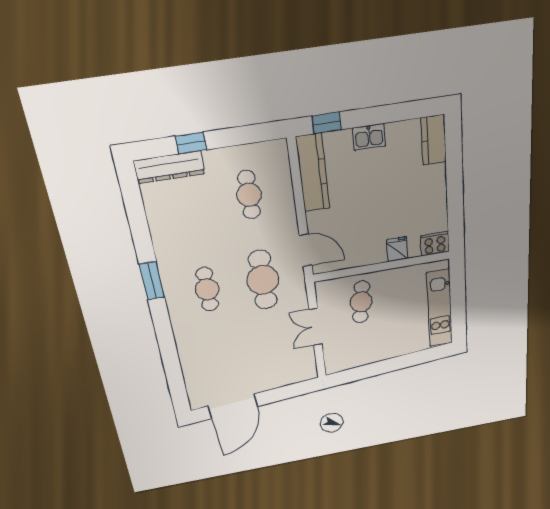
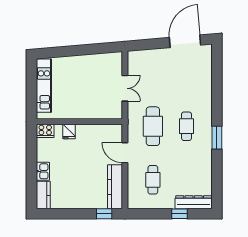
kitchen sink: (369, 137) -> (43, 171), moved, turned 90
door: (306, 250) -> (125, 153), moved
cafe table: (361, 302) -> (94, 100), removed

